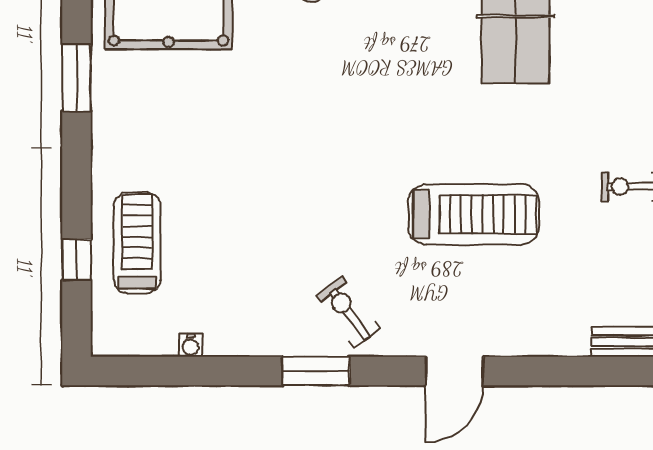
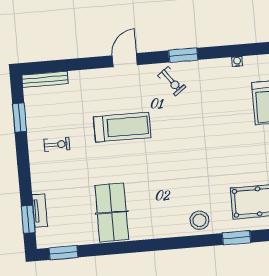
treadmill: (474, 214) -> (122, 127), turned 180

